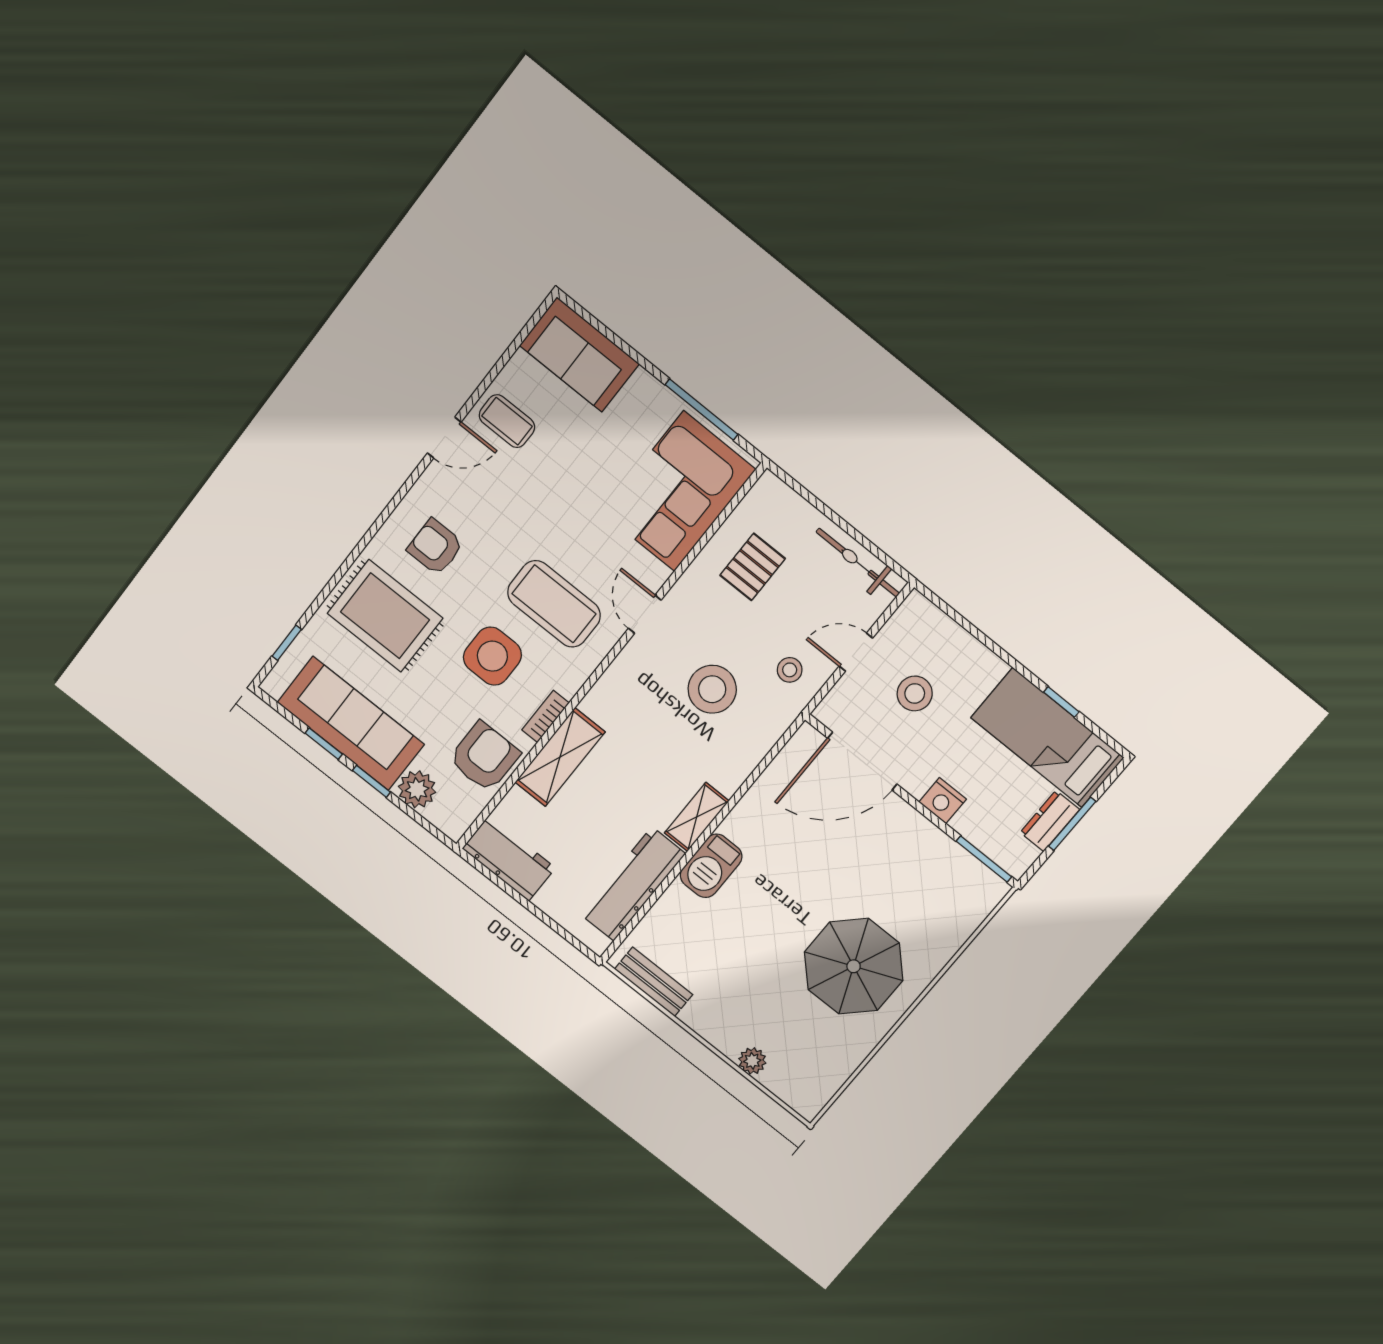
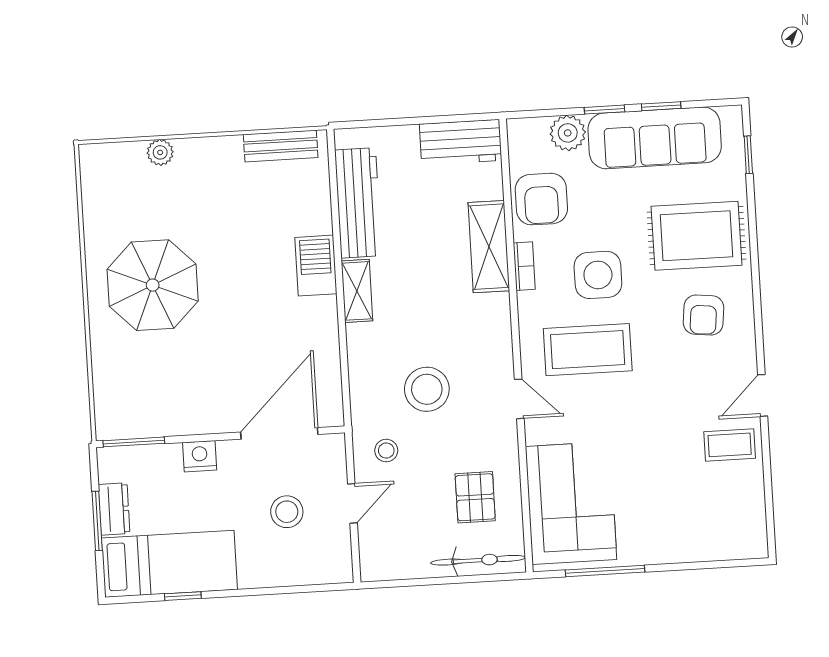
sofa: (579, 355) -> (720, 533), removed
armchair: (435, 547) -> (703, 315), turned 96
bicycle: (858, 563) -> (478, 560), moved

